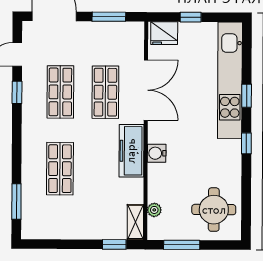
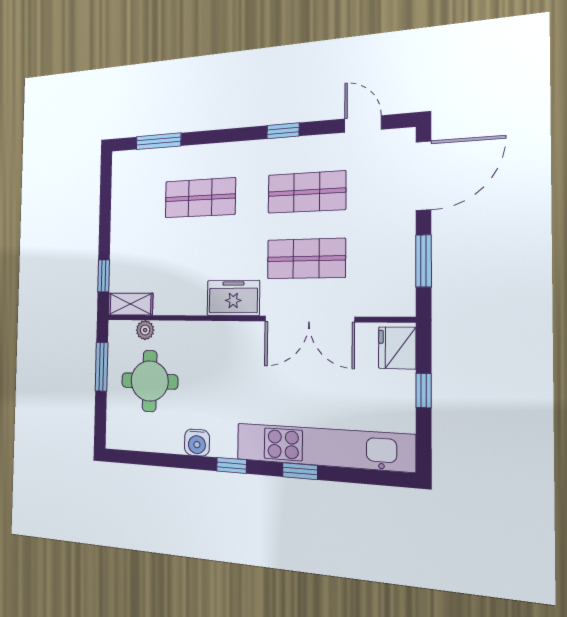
window: (17, 92) -> (283, 131), moved
freezer: (131, 151) -> (233, 298), width x0.71
water cooler: (157, 153) -> (197, 443), moved, turned 180
round table: (214, 210) -> (150, 381), moved

